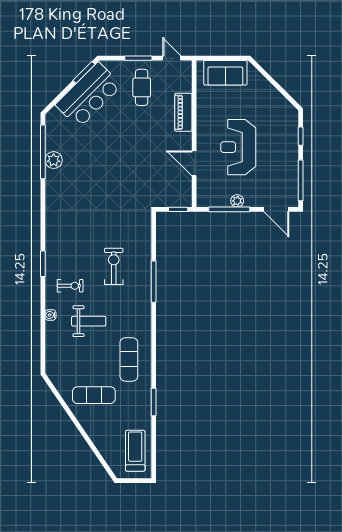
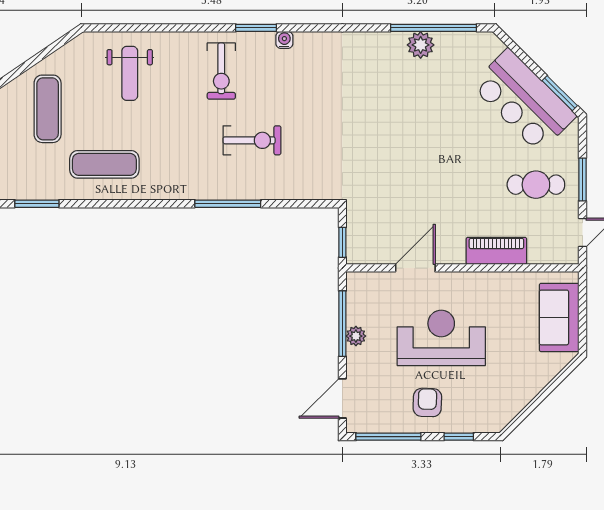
armchair: (279, 156) -> (427, 402), added
exercise bike: (70, 286) -> (221, 71), width x1.38, depth x1.39
water cooler: (50, 315) -> (284, 40), moved
weight bench: (89, 321) -> (130, 73), moved

